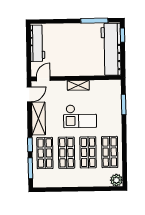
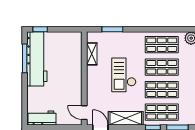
workbench: (38, 43) -> (42, 118), width x0.73
workbench: (111, 49) -> (37, 59), moved, turned -90
shelving: (78, 85) -> (92, 54), moved
checkout: (80, 116) -> (124, 75), turned 180

